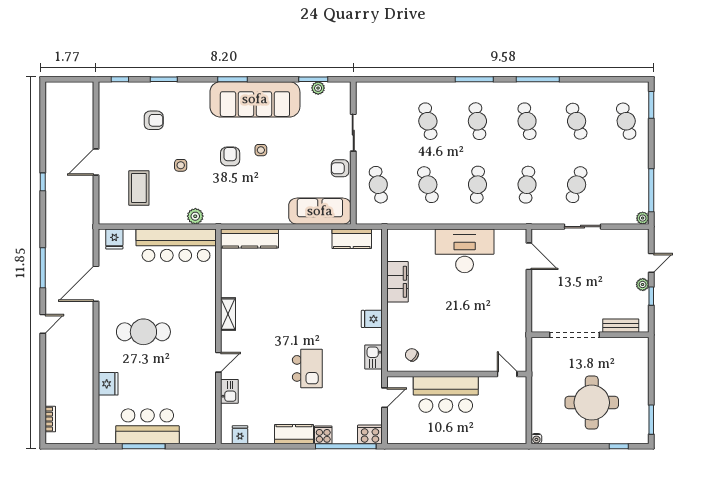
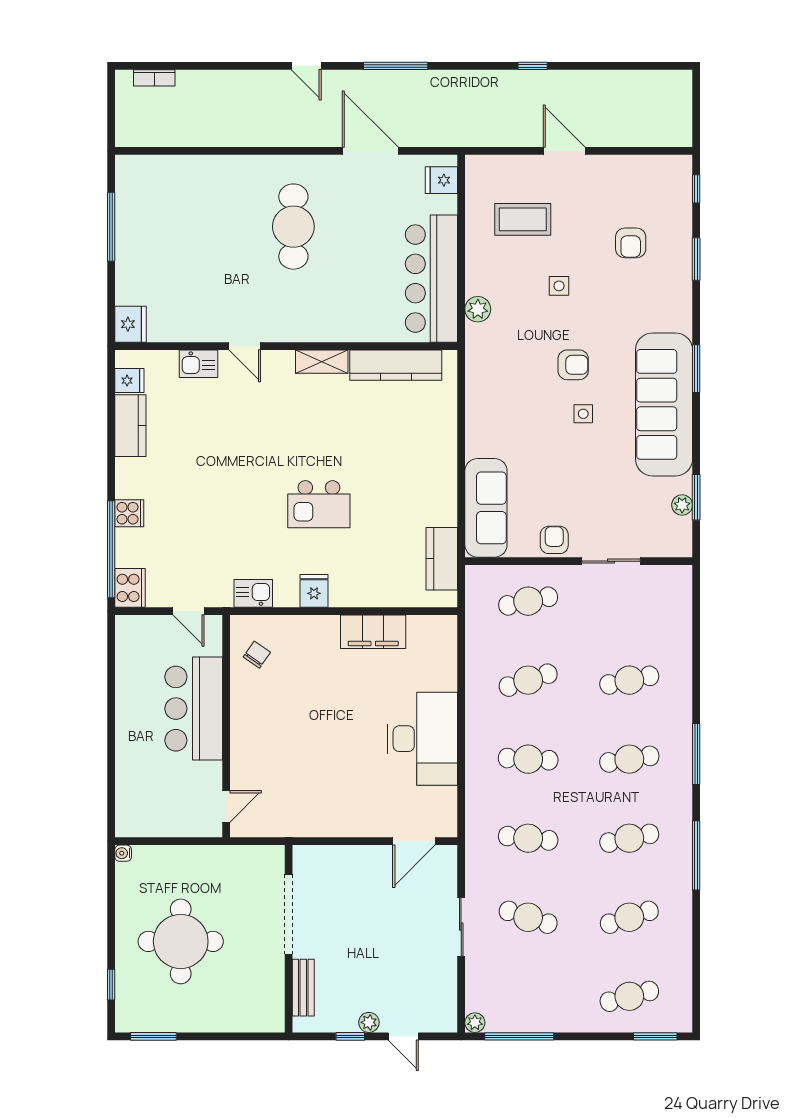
kitchen counter: (250, 239) -> (396, 365), moved, turned -90
kitchen island: (307, 368) -> (319, 504), moved
fridge: (108, 384) -> (130, 324), moved, turned -90
bar counter: (147, 426) -> (143, 233), removed
kitchen counter: (294, 434) -> (130, 426), moved

